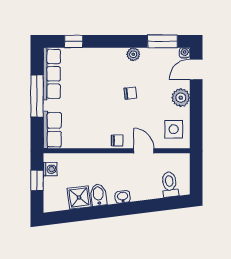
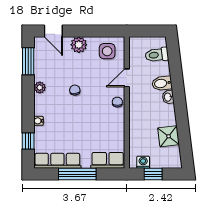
water cooler: (185, 53) -> (38, 121), moved
bidet: (98, 195) -> (162, 83), moved

